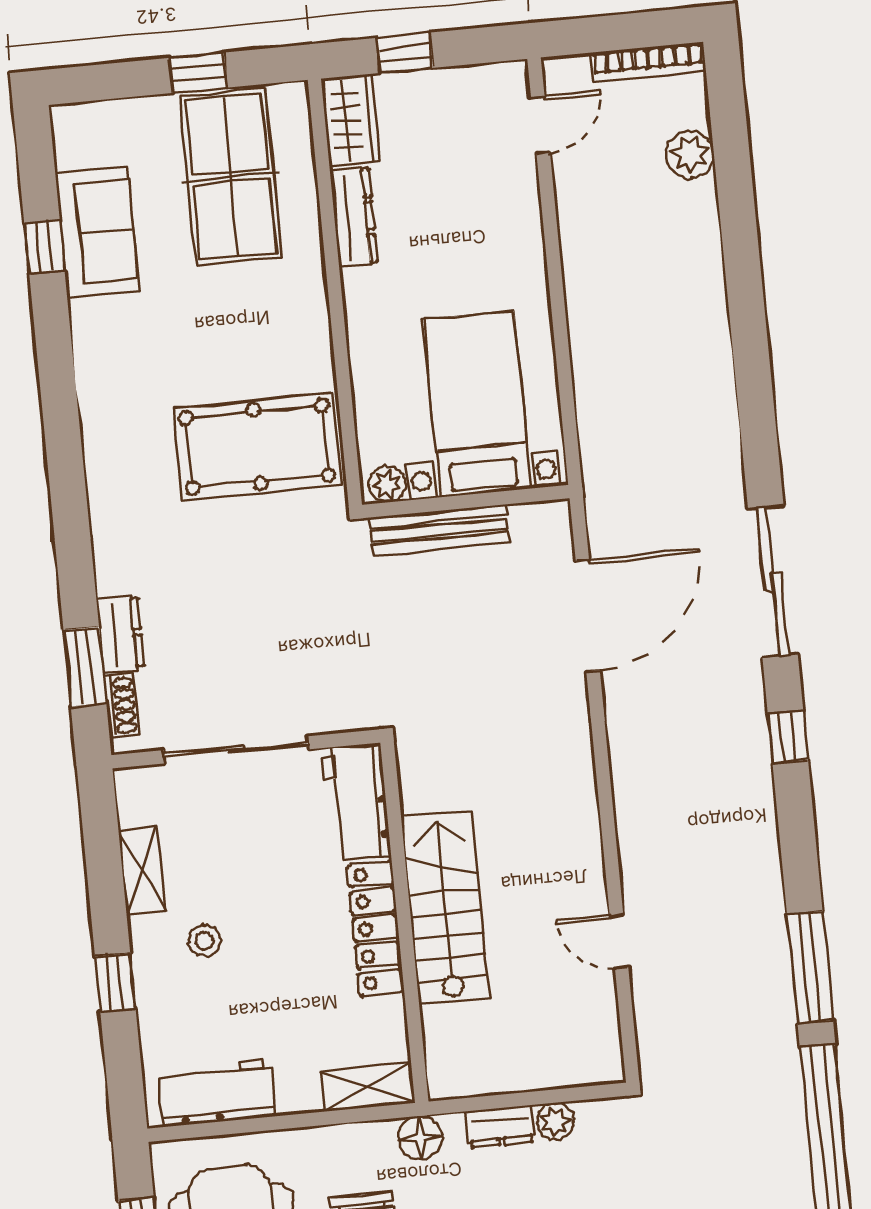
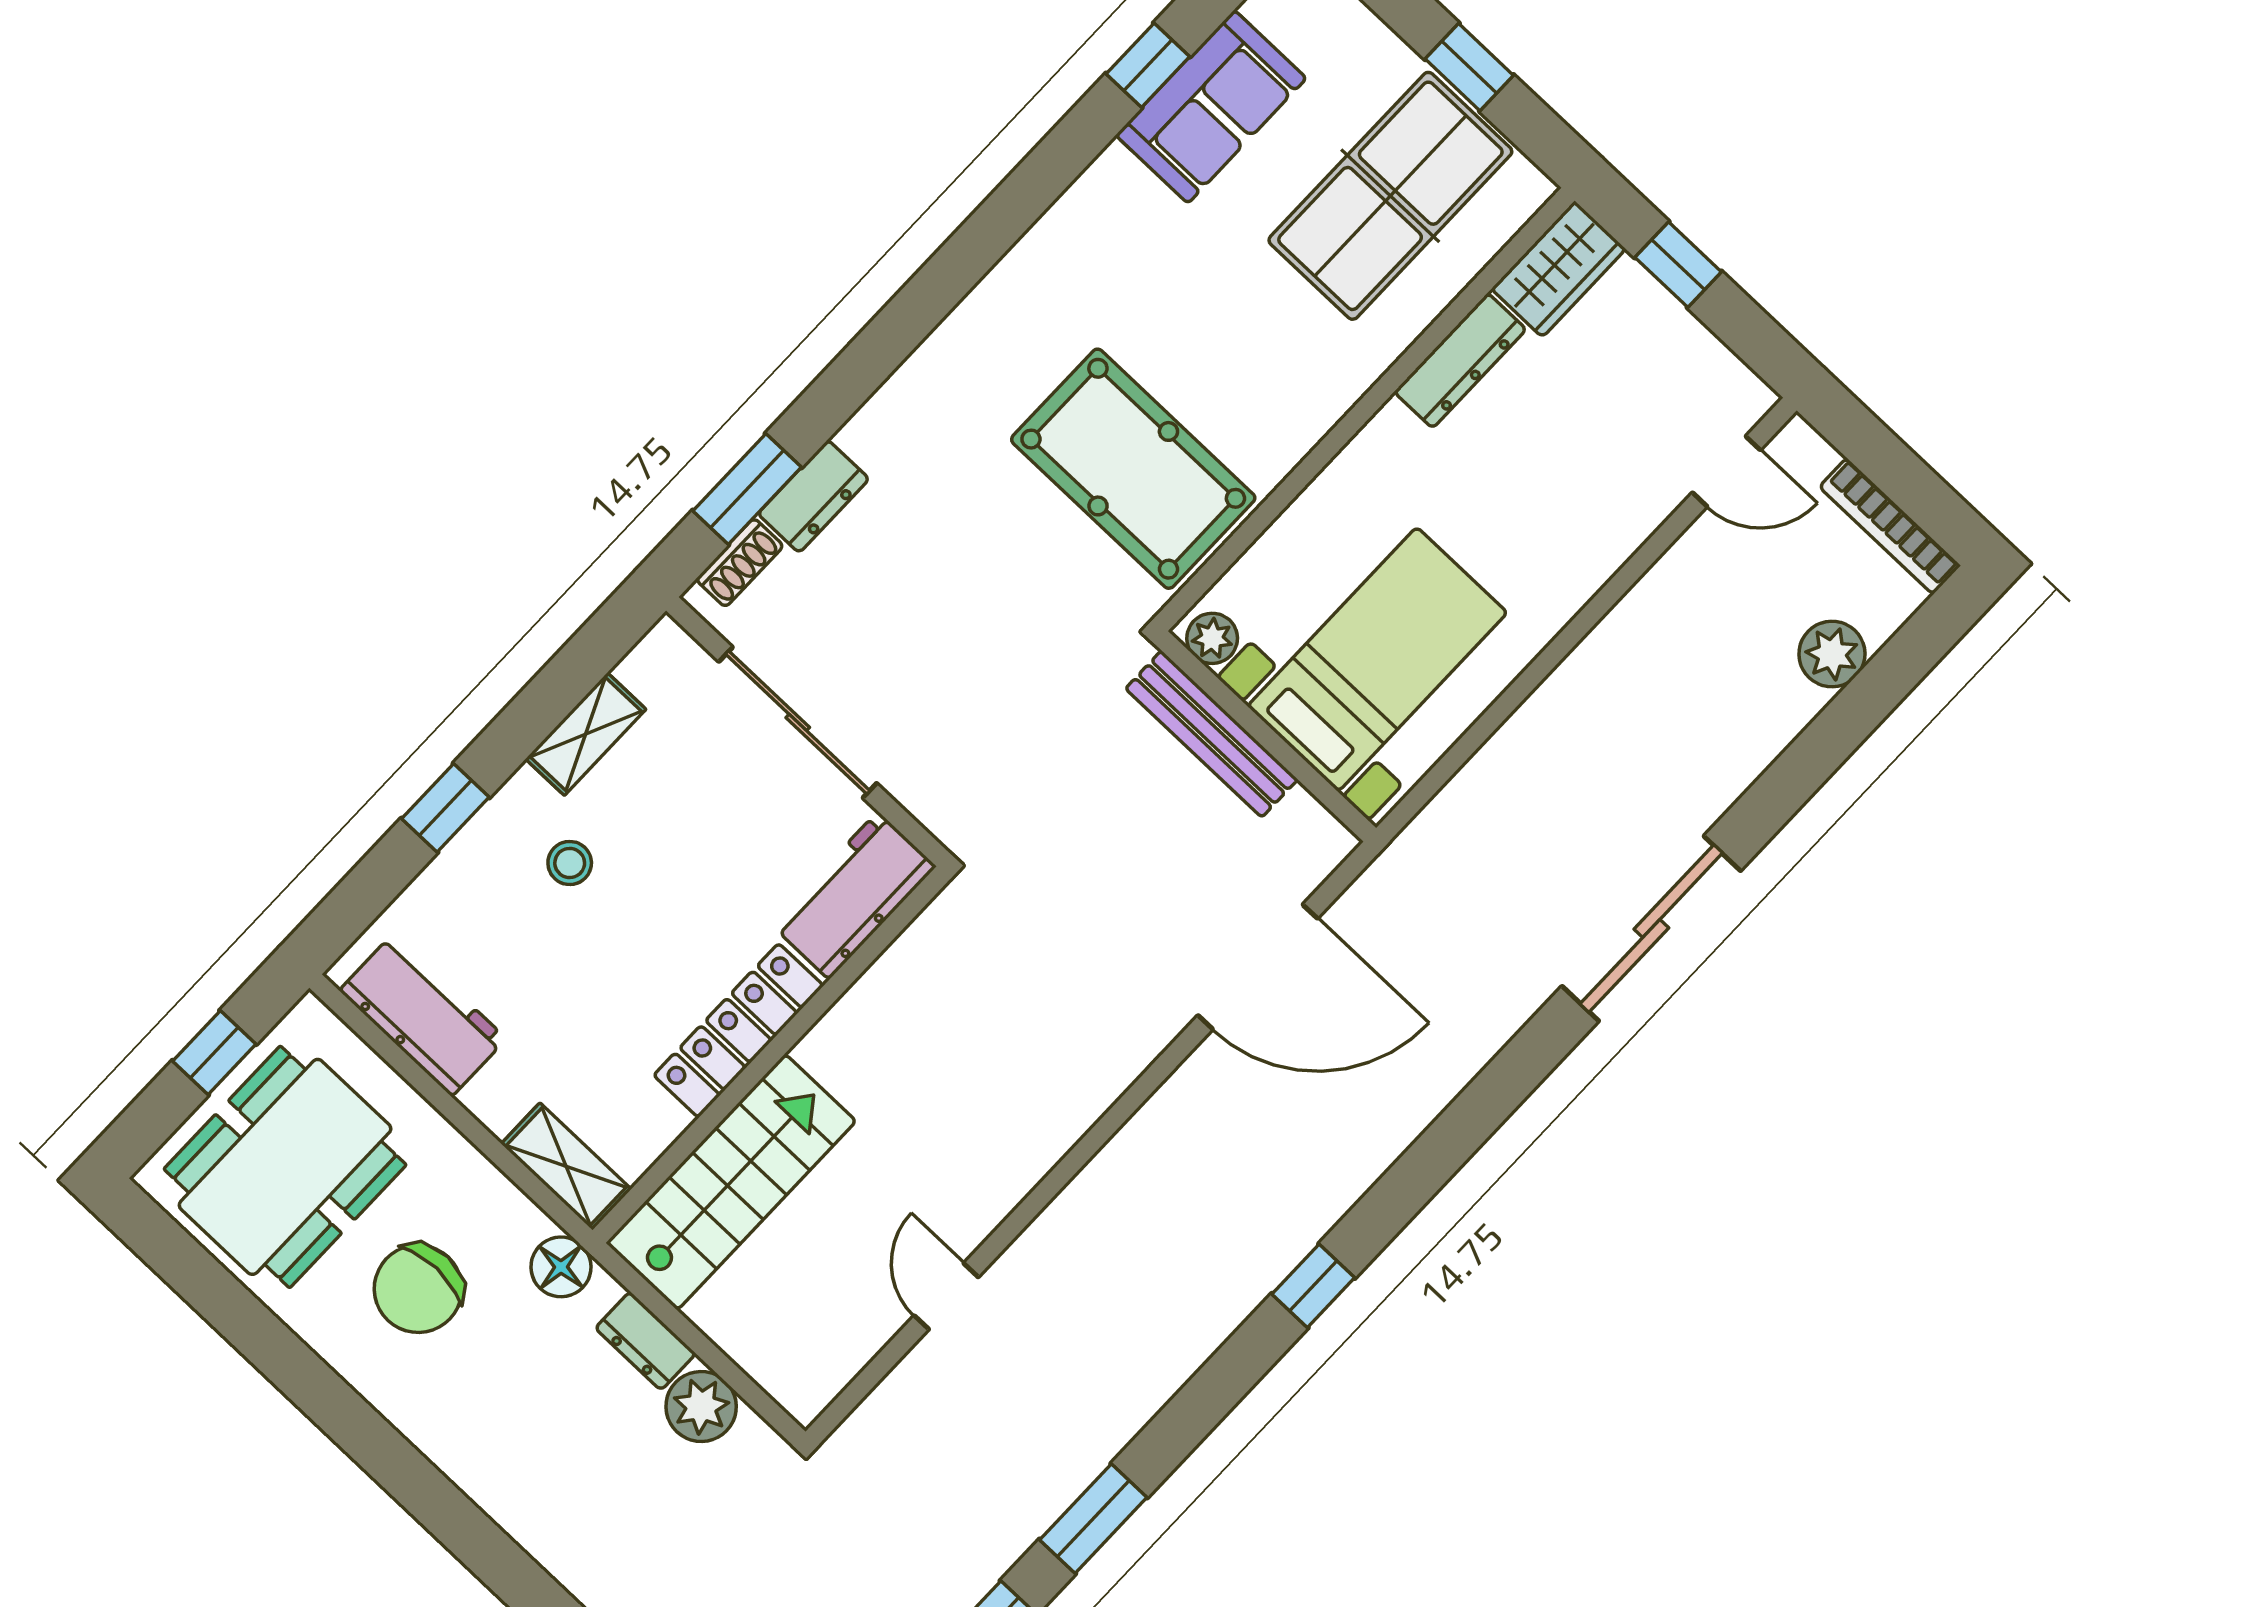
sliding door: (773, 582) -> (1651, 928), moved
stairs: (445, 907) -> (731, 1182), moved
window: (810, 967) -> (1093, 1519), width x0.69
plant: (555, 1121) -> (701, 1407), width x1.38, depth x1.38

